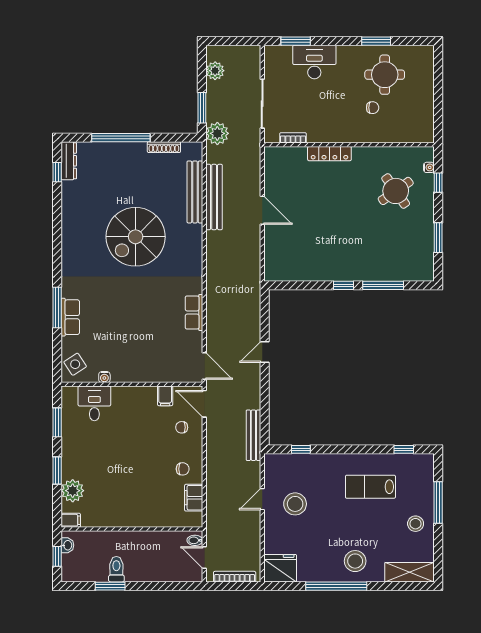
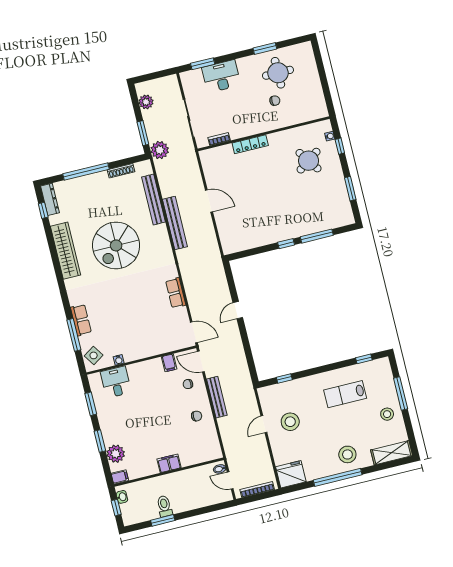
bench: (214, 197) -> (175, 223), moved
wardrobe: (72, 228) -> (66, 251), added
window: (57, 308) -> (74, 335), moved
bench: (253, 435) -> (217, 397), moved
filing cabinet: (194, 498) -> (169, 463), moved, turned 90

